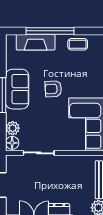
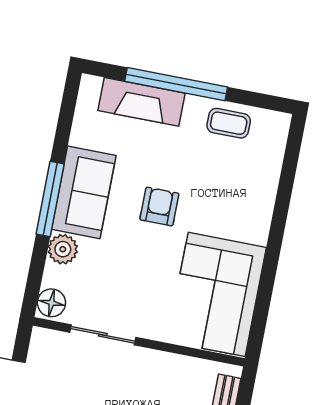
armchair: (53, 89) -> (159, 207), turned 93
plant: (13, 128) -> (63, 249), moved

